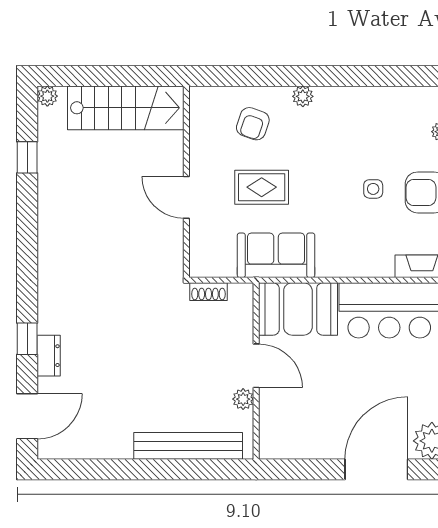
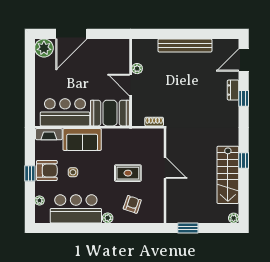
window: (140, 76) -> (188, 228), added
stairs: (126, 108) -> (228, 175), moved, turned -90
bar counter: (367, 115) -> (76, 209), added
window: (27, 157) -> (244, 160), moved
sofa: (276, 255) -> (82, 140), moved
bench: (188, 446) -> (185, 45), moved

